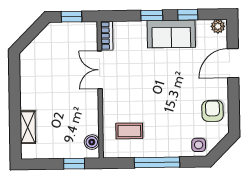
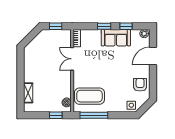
coffee table: (129, 131) -> (89, 96), width x1.86, depth x1.72
window: (157, 162) -> (94, 115), moved

